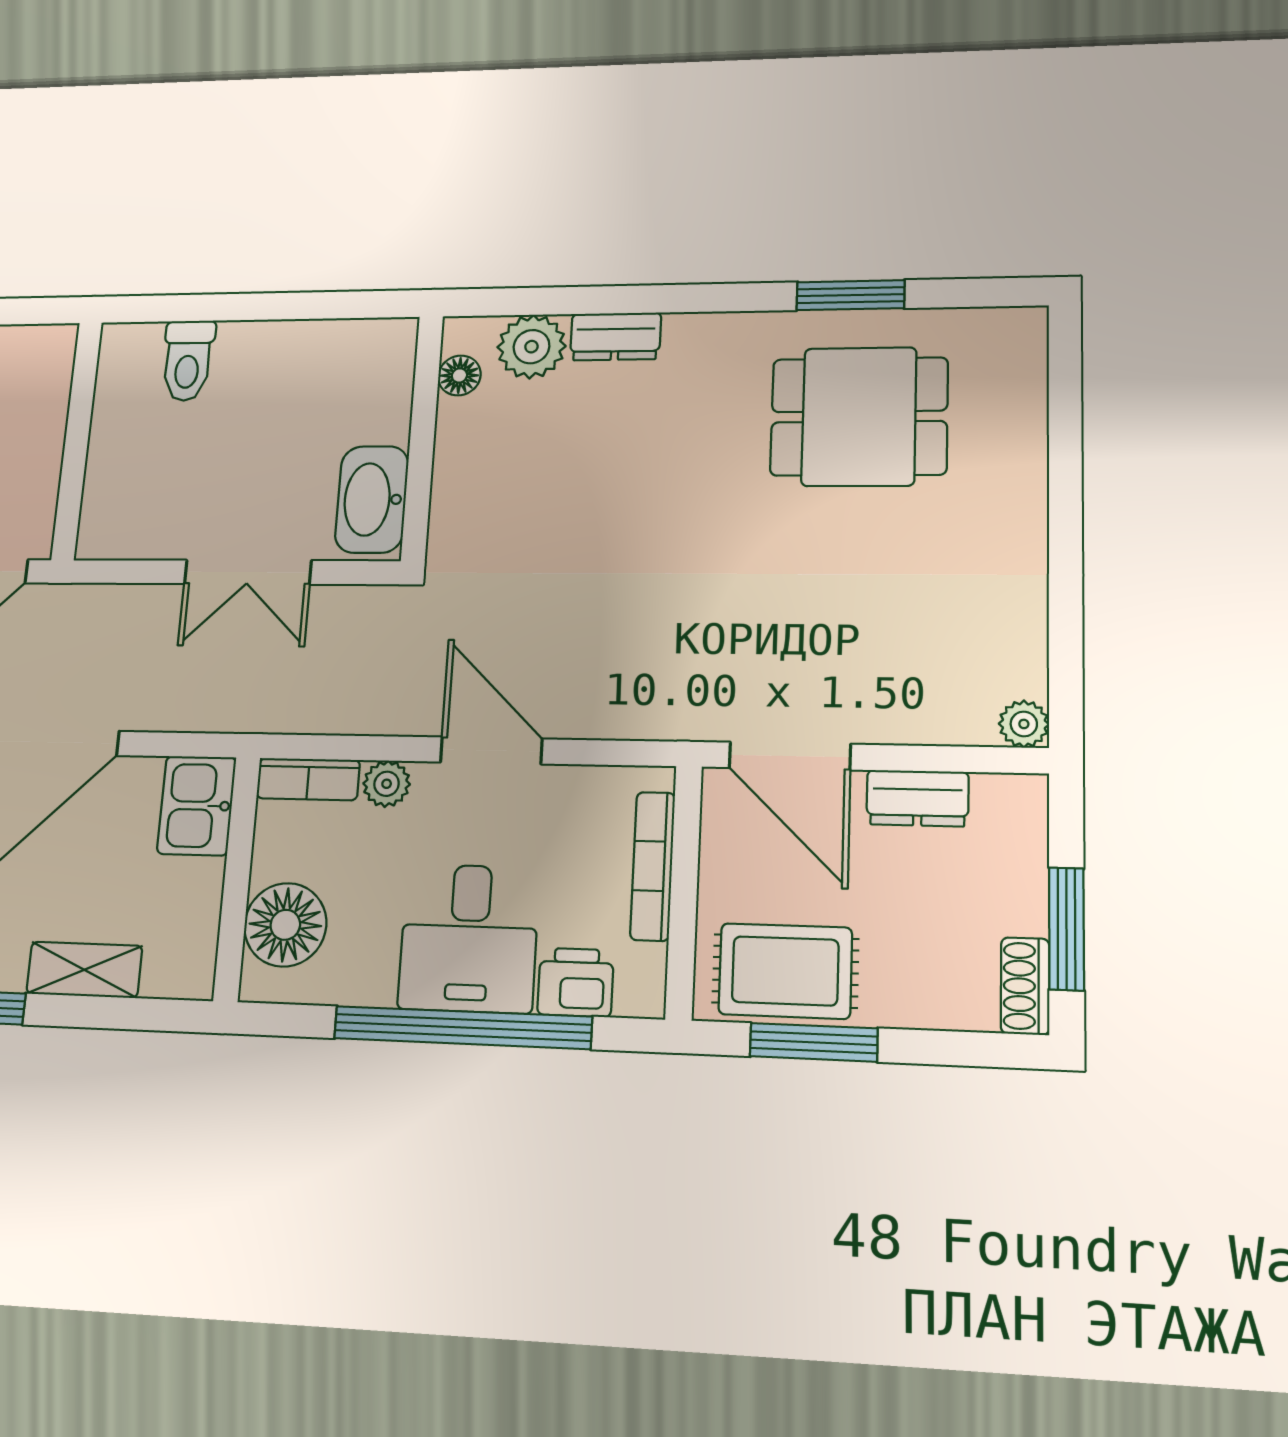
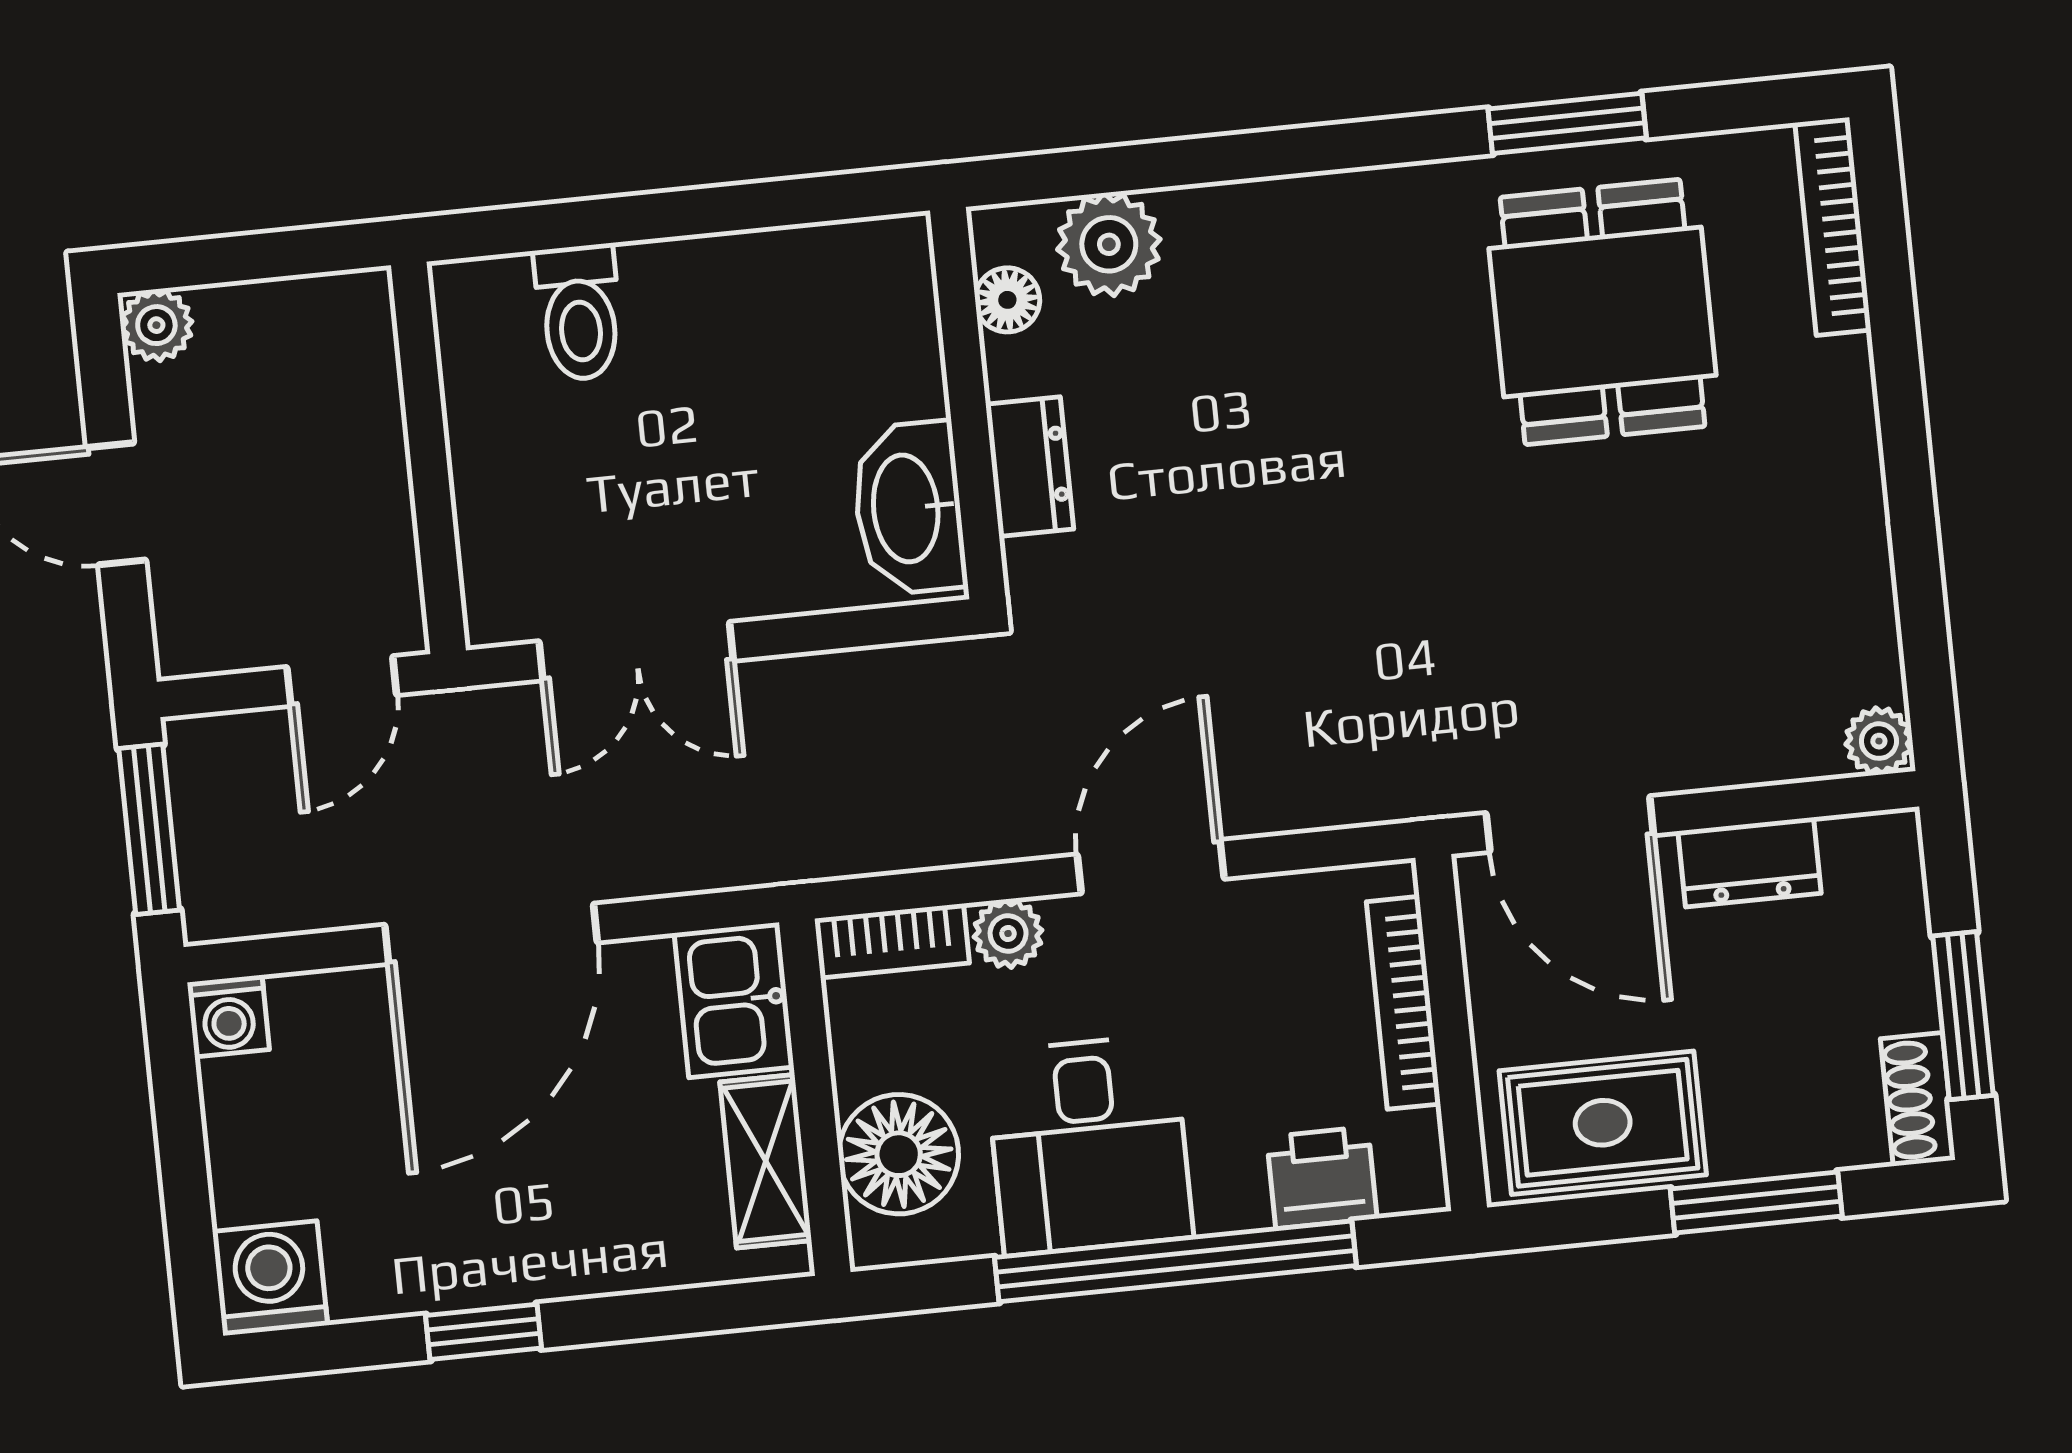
dresser: (615, 336) -> (1030, 467), moved, turned -90
bookcase: (1029, 375) -> (1833, 226), added
dining table: (859, 417) -> (1603, 312), turned 90
double door: (248, 572) -> (636, 651), moved
door: (491, 750) -> (1151, 867), hinge flipped
desk: (469, 938) -> (1089, 1145), moved
shelving: (84, 970) -> (766, 1161), moved, turned 90
window: (814, 1042) -> (1756, 1202), moved

